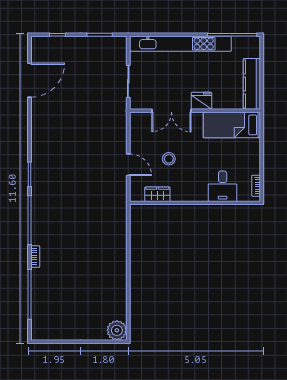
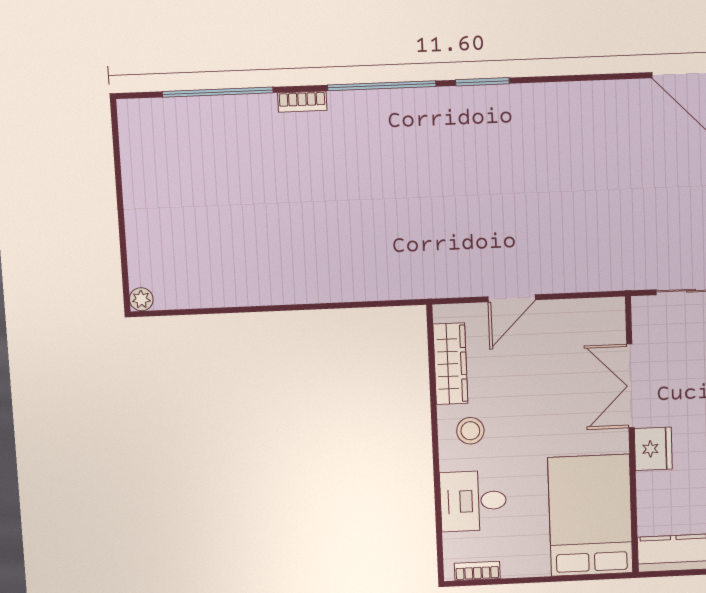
bed: (232, 125) -> (590, 515), width x1.50
stool: (169, 159) -> (470, 431), moved
wardrobe: (157, 194) -> (450, 364), width x1.50
plant: (117, 330) -> (141, 299), width x0.53, depth x0.53

